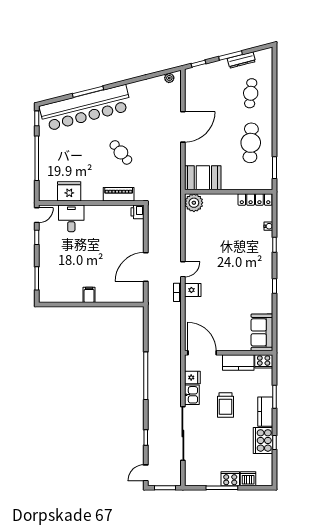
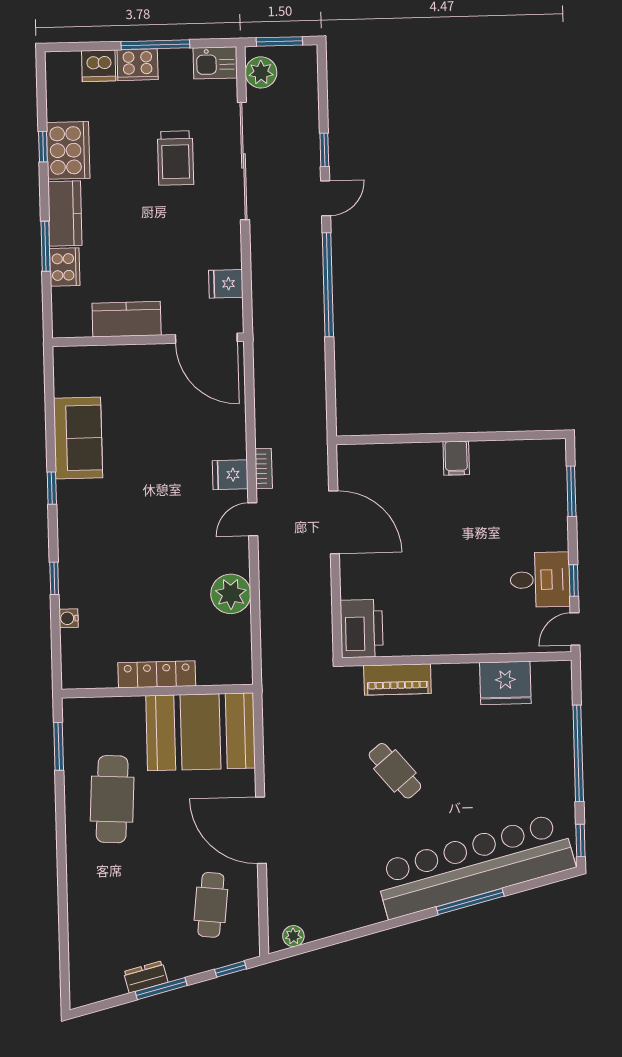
dresser: (241, 60) -> (146, 977), width x0.70
cafe table: (251, 93) -> (211, 905), moved
door: (183, 127) -> (261, 830), hinge flipped
booth: (203, 178) -> (201, 732), width x1.36, depth x1.42
locker: (255, 199) -> (157, 674), moved
plant: (194, 203) -> (231, 594), moved
printer: (137, 212) -> (362, 628), width x1.87, depth x1.48
desk: (71, 218) -> (540, 580), moved, turned -90
door: (146, 267) -> (334, 522), hinge flipped
sofa: (262, 332) -> (78, 438), moved
cooker: (264, 361) -> (65, 267), moved, turned 90
kitchen sink: (192, 395) -> (215, 63), moved, turned -90
trolley: (226, 405) -> (176, 158), moved, turned 180
door: (146, 473) -> (326, 198), moved
plant: (174, 474) -> (261, 72), added

